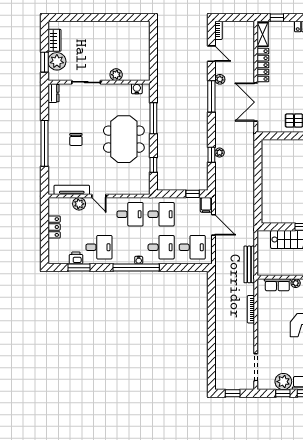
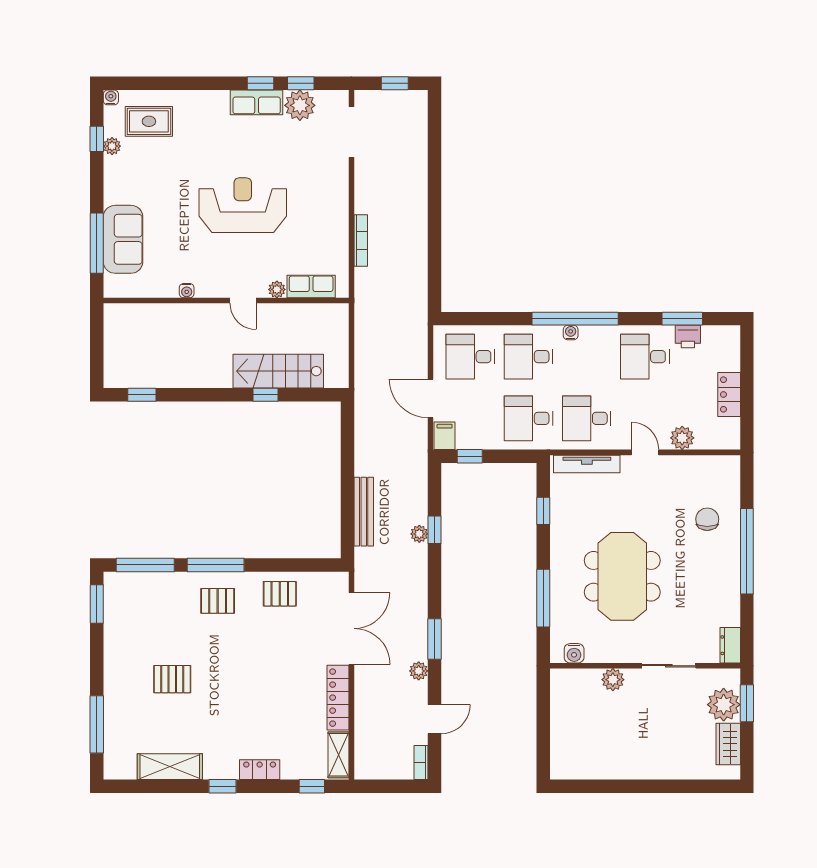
door: (211, 54) -> (435, 719), swing flipped
window: (211, 96) -> (435, 639), width x0.69
meeting table: (124, 139) -> (622, 576), moved
chair: (76, 140) -> (707, 519), moved
tv unit: (72, 190) -> (587, 464), moved
bench: (249, 264) -> (364, 512), moved

